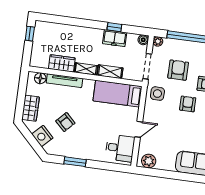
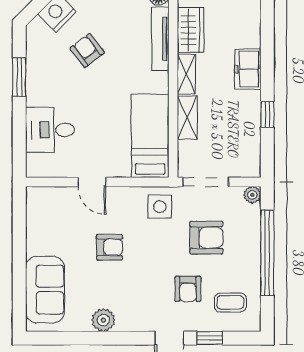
freezer: (115, 38) -> (248, 69), moved
boiler: (143, 40) -> (252, 169), removed
armchair: (188, 104) -> (110, 247), moved
armchair: (65, 122) -> (87, 50), turned 99
desk: (120, 148) -> (50, 130), moved, turned 90
plant: (149, 161) -> (38, 207), removed

